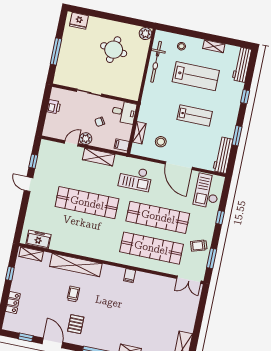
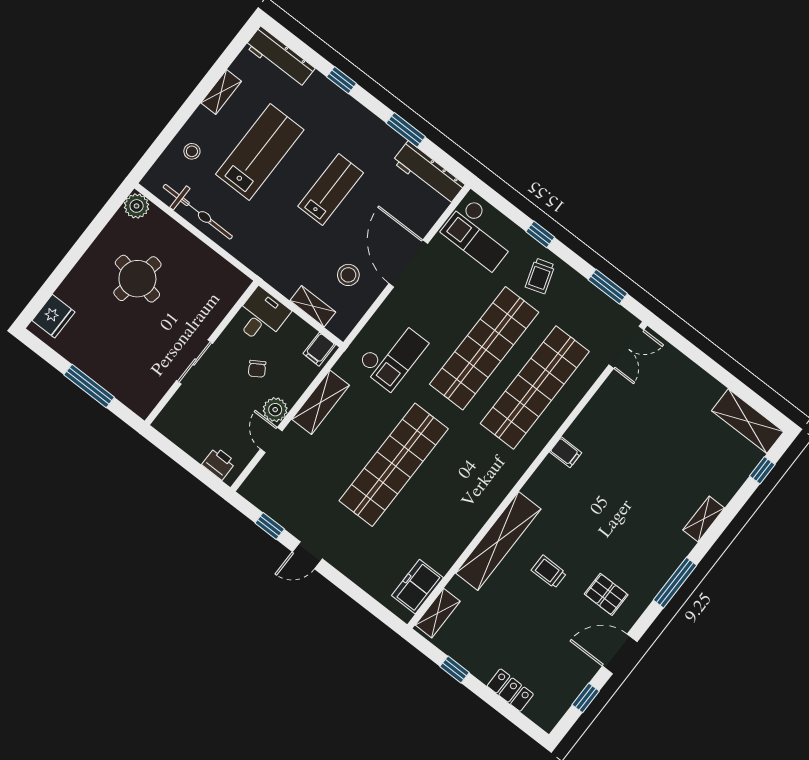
printer: (54, 107) -> (219, 463), moved
door: (179, 166) -> (408, 263), swing flipped
trolley: (199, 246) -> (540, 276), moved

